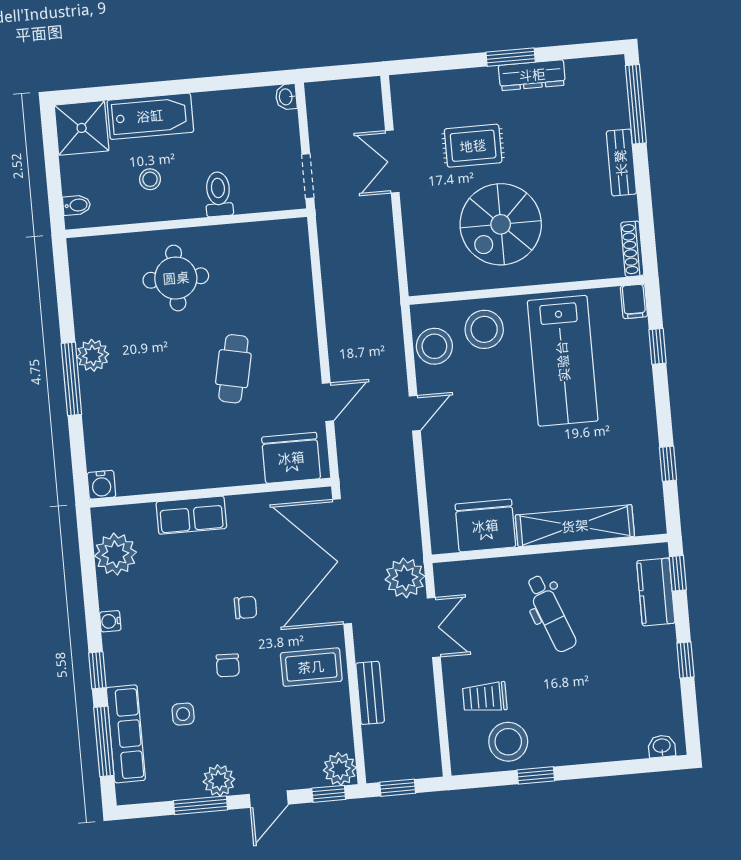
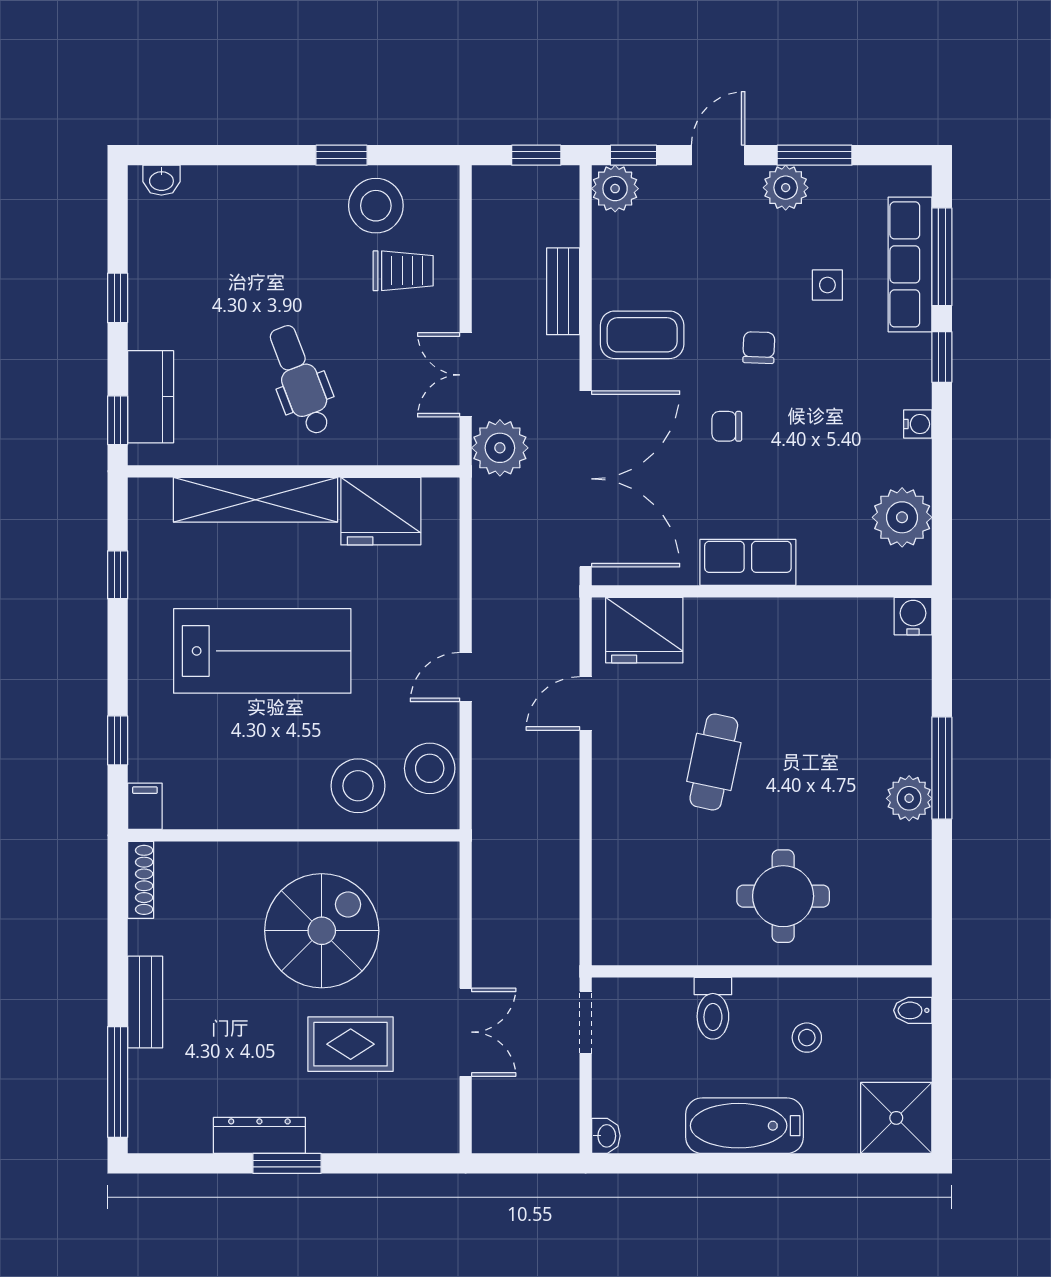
bathtub: (150, 116) -> (745, 1126), moved
lab bench: (563, 361) -> (262, 651), moved, turned 90
row of seats: (191, 515) -> (748, 562), moved

